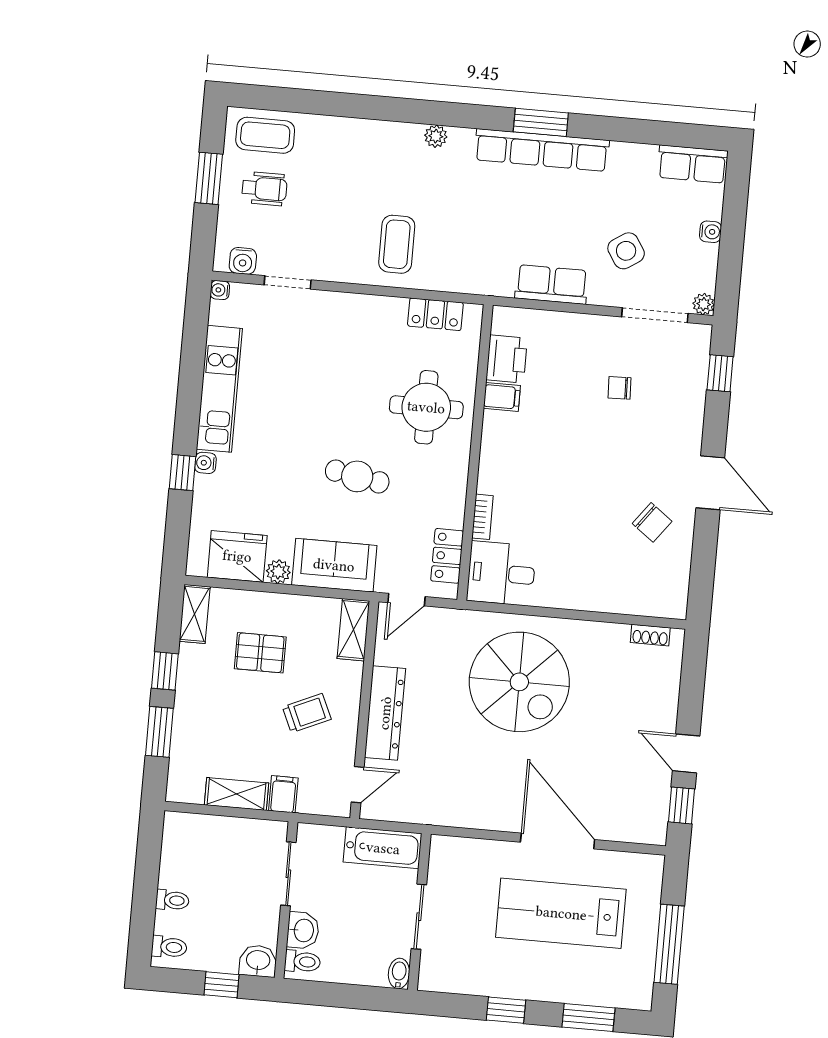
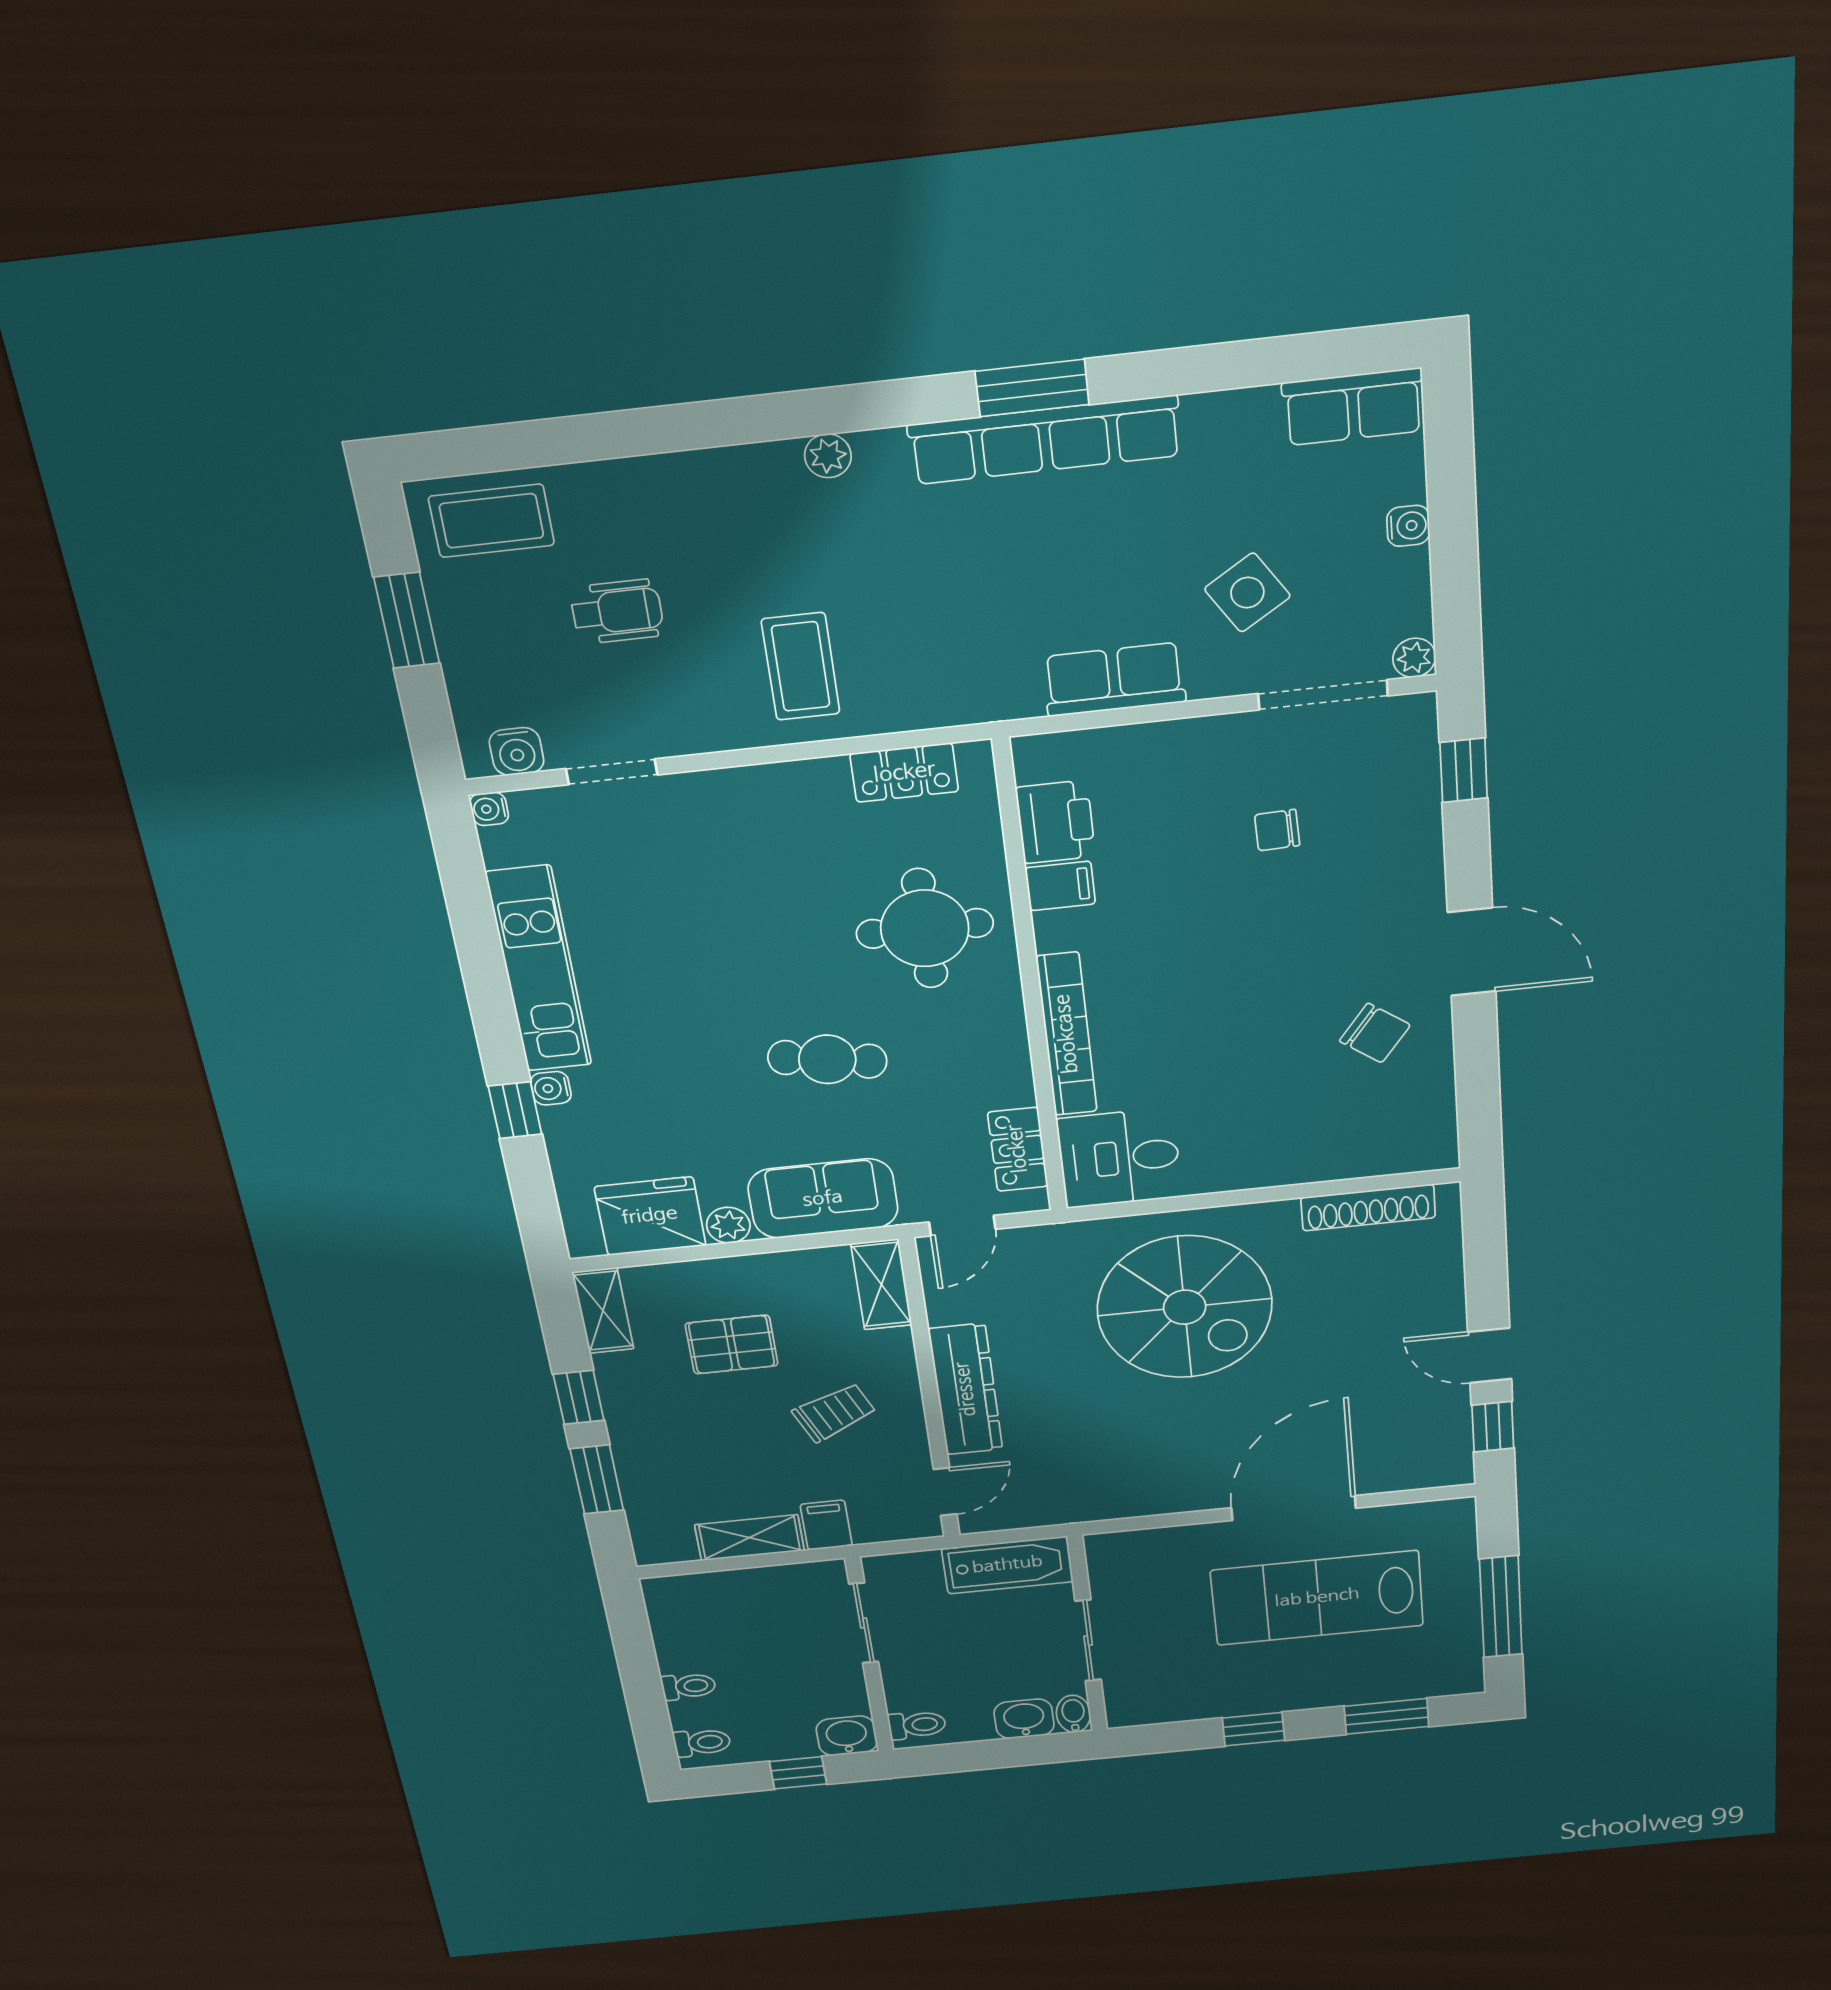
wheelchair: (264, 189) -> (617, 612), moved
bookcase: (482, 517) -> (1067, 1034), width x2.31, depth x1.31
shoe rack: (650, 635) -> (1368, 1208), width x1.94, depth x1.24
door: (558, 841) -> (1294, 1508), hinge flipped
washbasin: (303, 930) -> (1024, 1719), moved, turned -90

